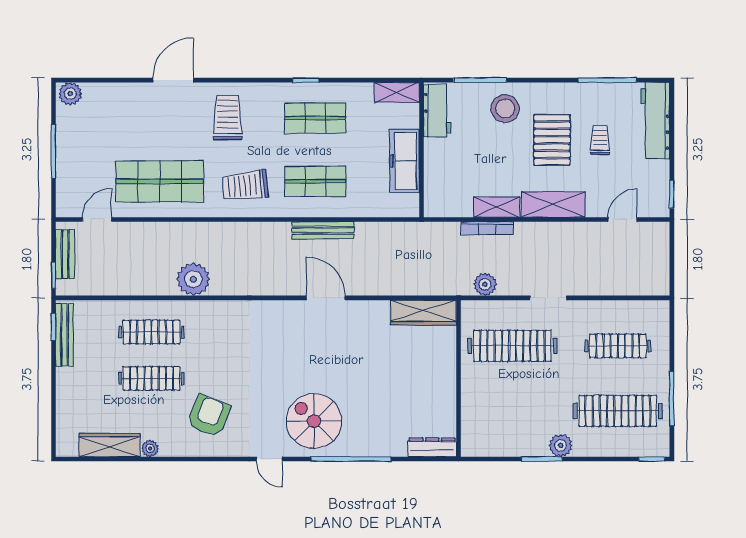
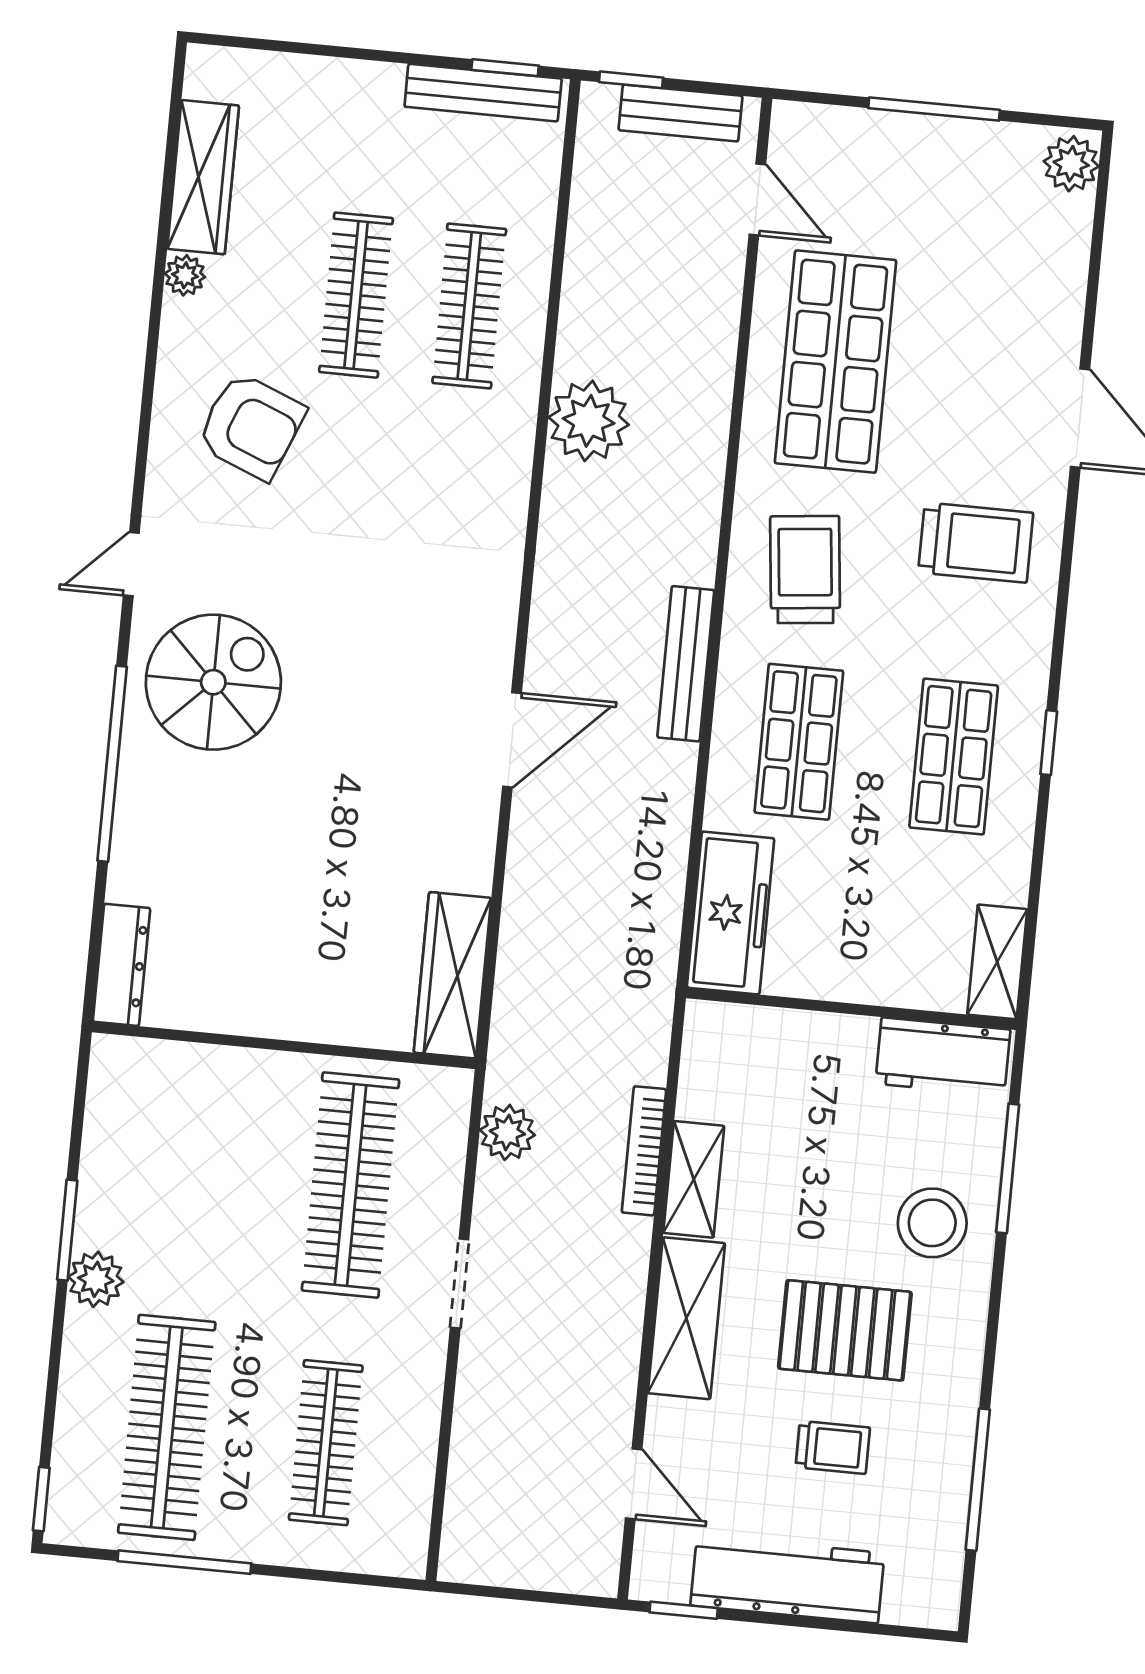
workbench: (655, 121) -> (787, 1579), moved
freezer: (404, 161) -> (731, 913), moved, turned 90
bench: (323, 230) -> (686, 664), moved

